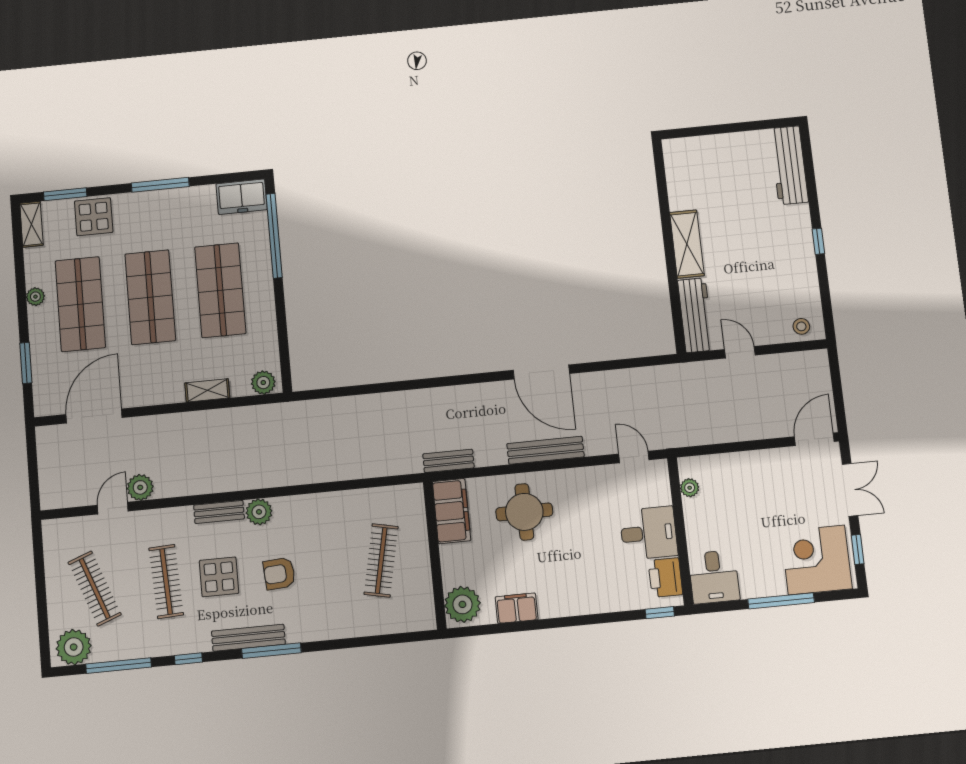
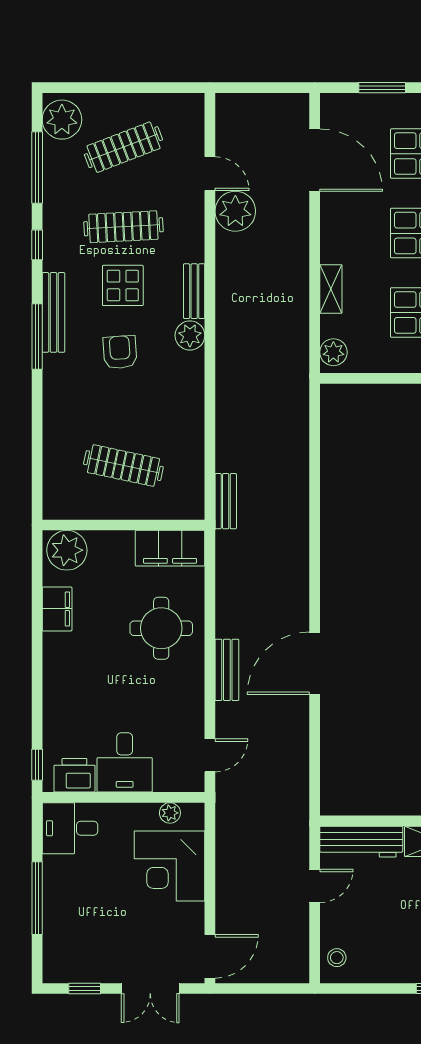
door: (814, 439) -> (210, 956), hinge flipped
bench: (545, 450) -> (227, 670), width x0.73
bench: (448, 461) -> (226, 501), moved
plant: (140, 487) -> (235, 211), width x1.36, depth x1.36
corner desk: (816, 560) -> (169, 866), moved, turned 180

